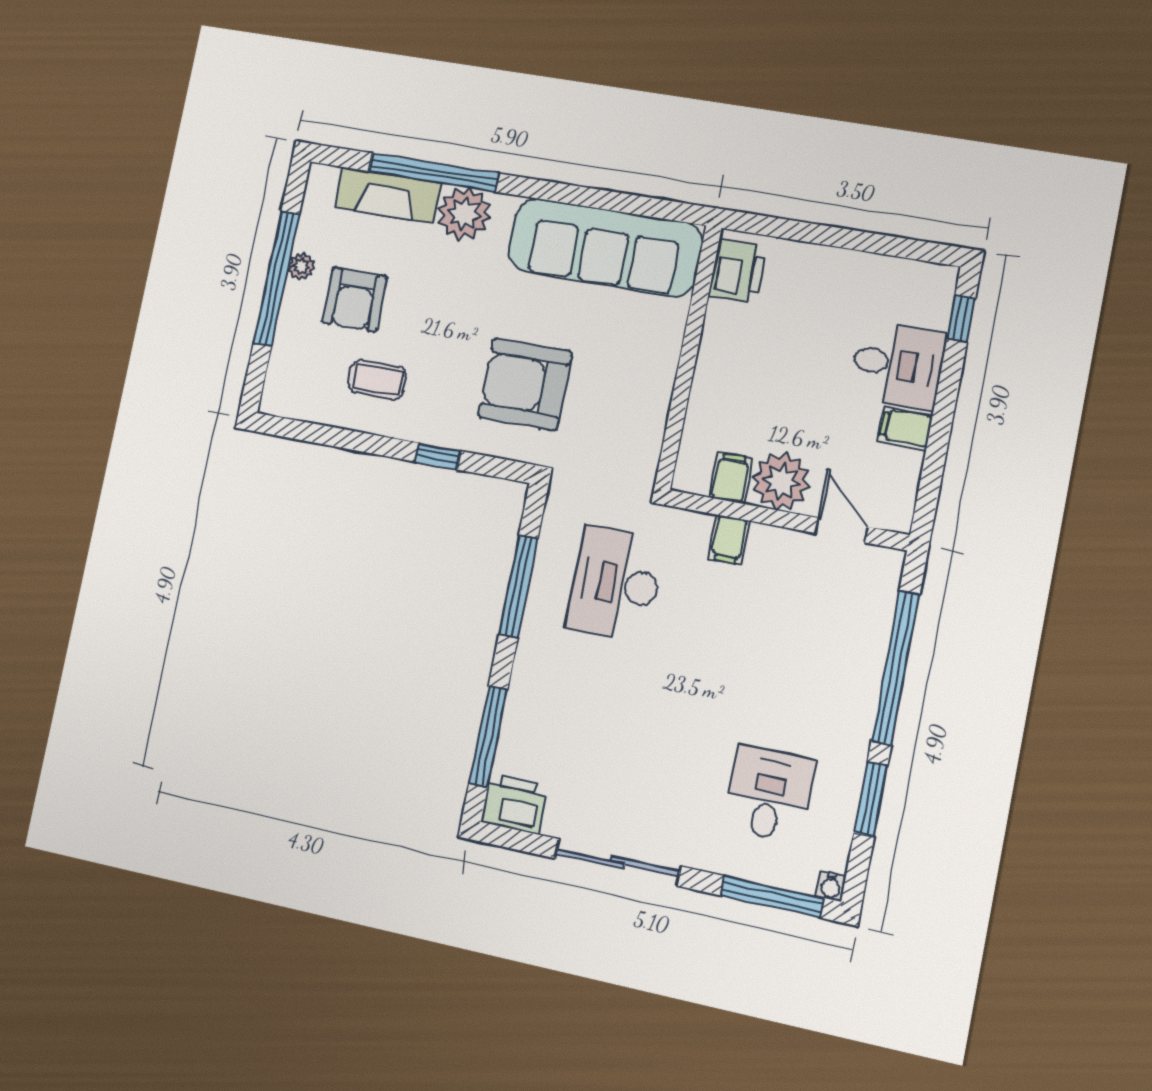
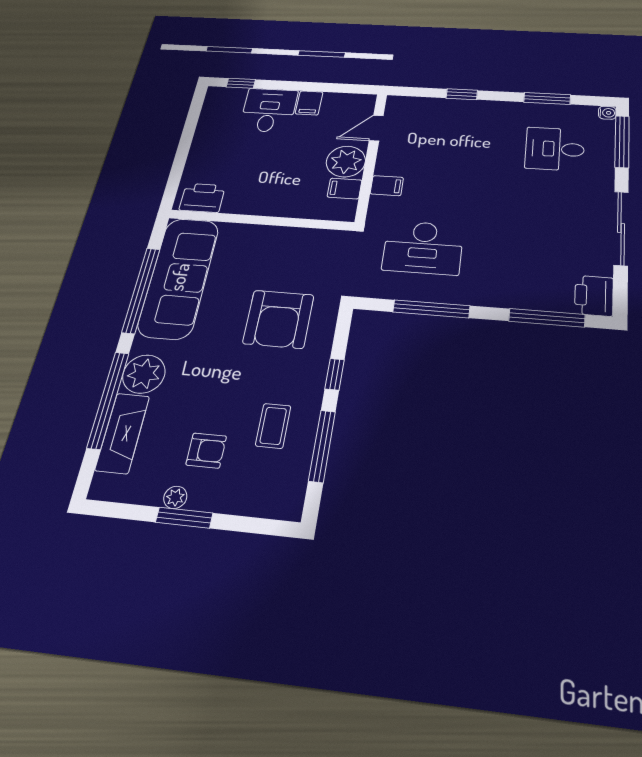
window: (590, 198) -> (141, 290), added
window: (276, 278) -> (184, 518), width x0.47
armchair: (354, 299) -> (206, 450), width x0.72, depth x0.72
window: (345, 439) -> (322, 446), added
window: (895, 668) -> (462, 94), width x0.32

